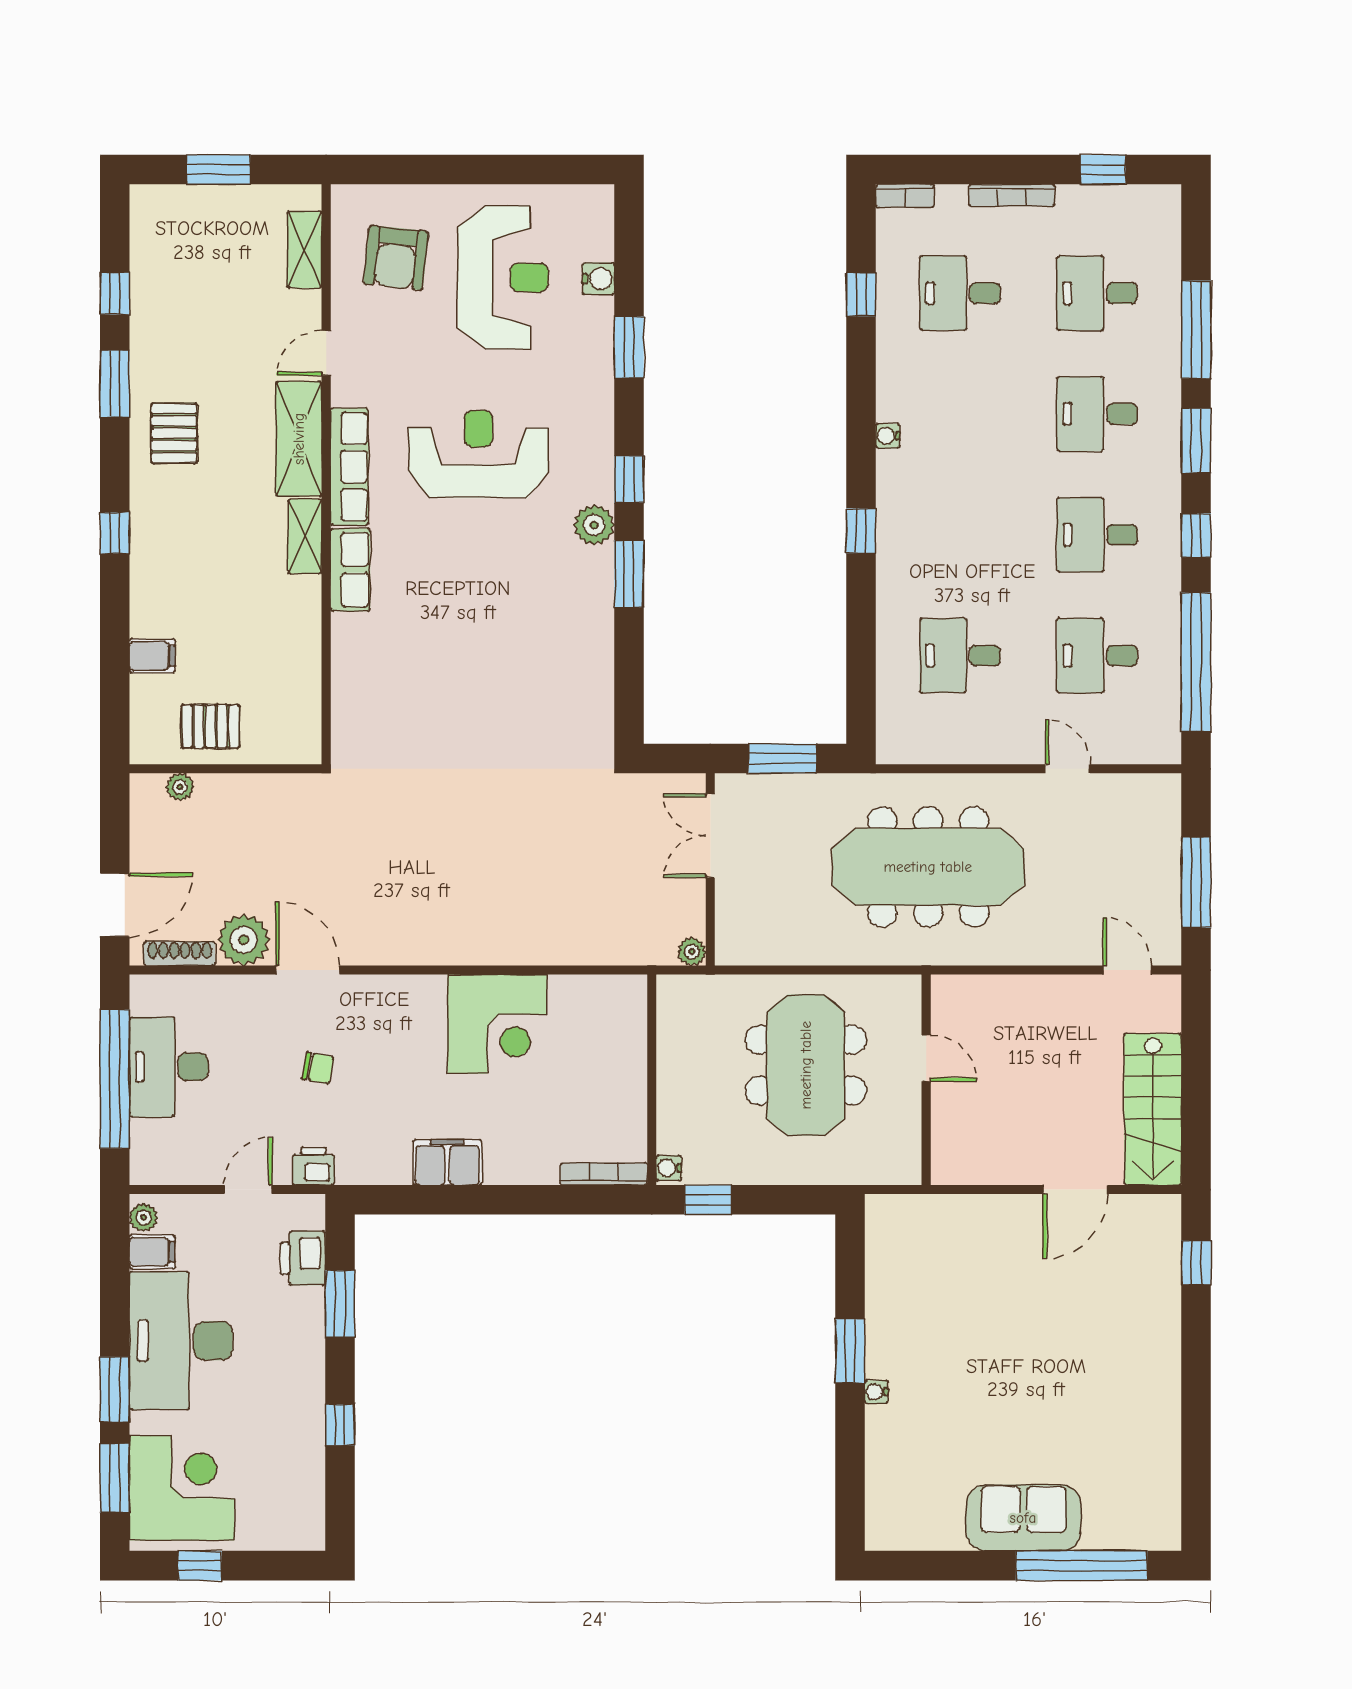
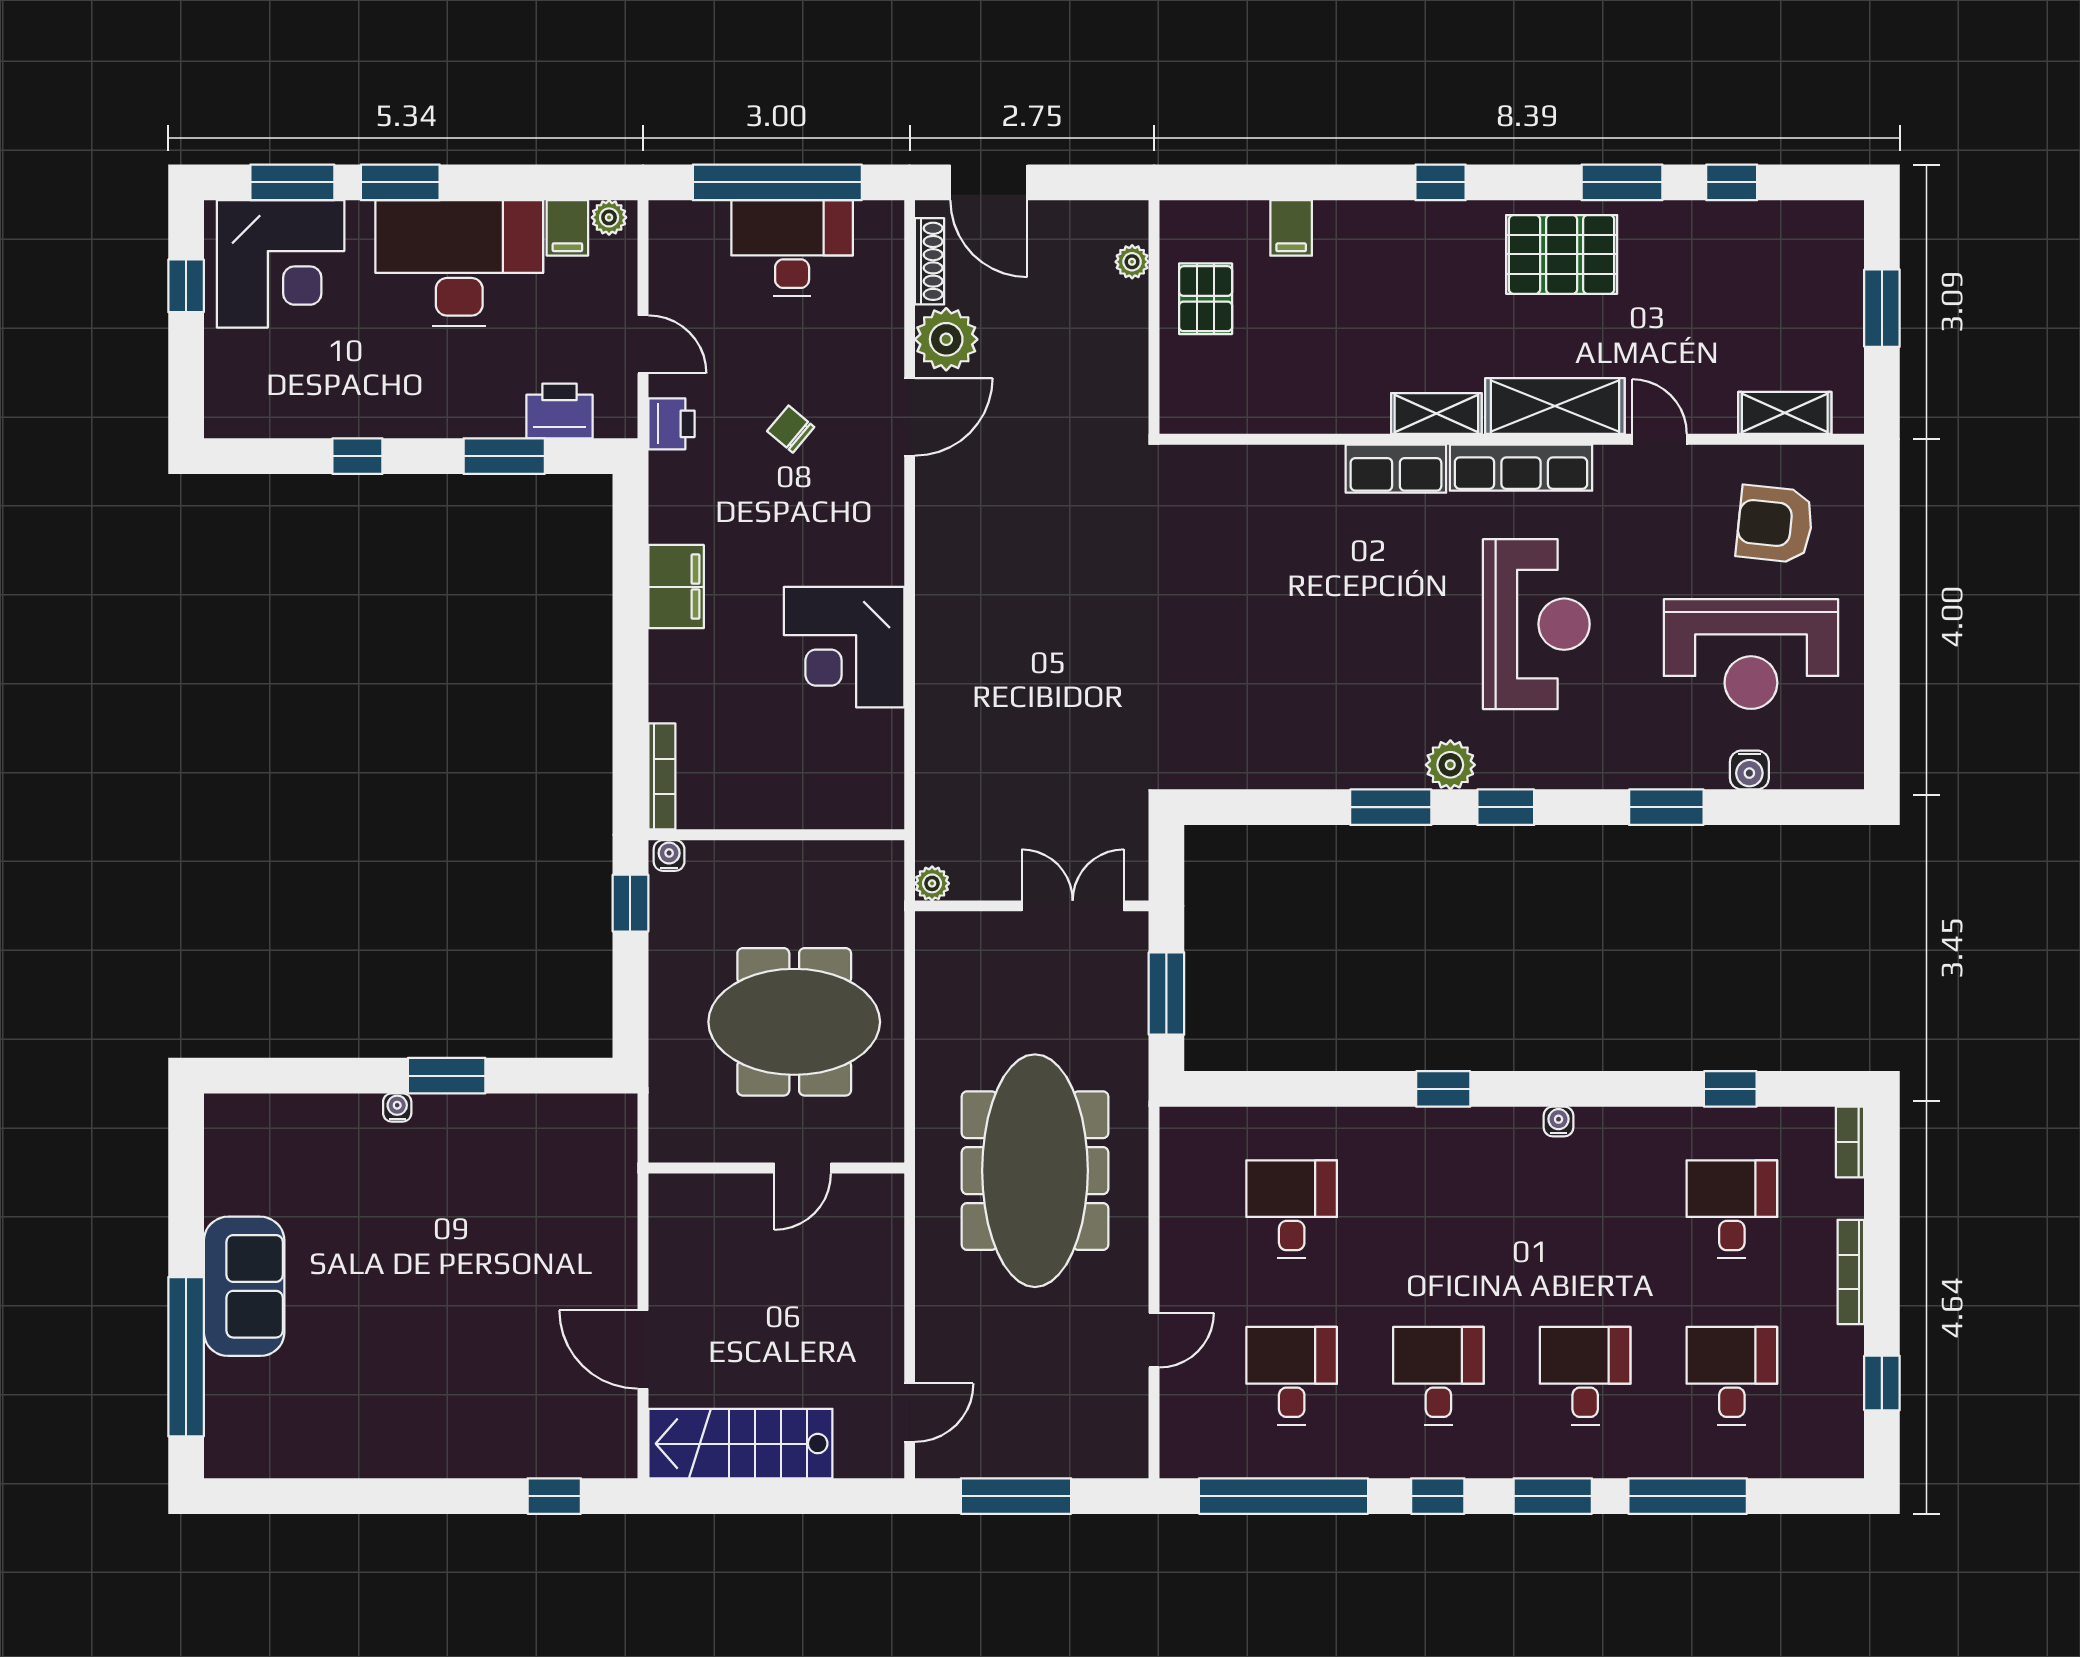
pallet: (174, 433) -> (1562, 254), width x1.50, depth x1.42
chair: (318, 1068) -> (791, 429), turned 119

